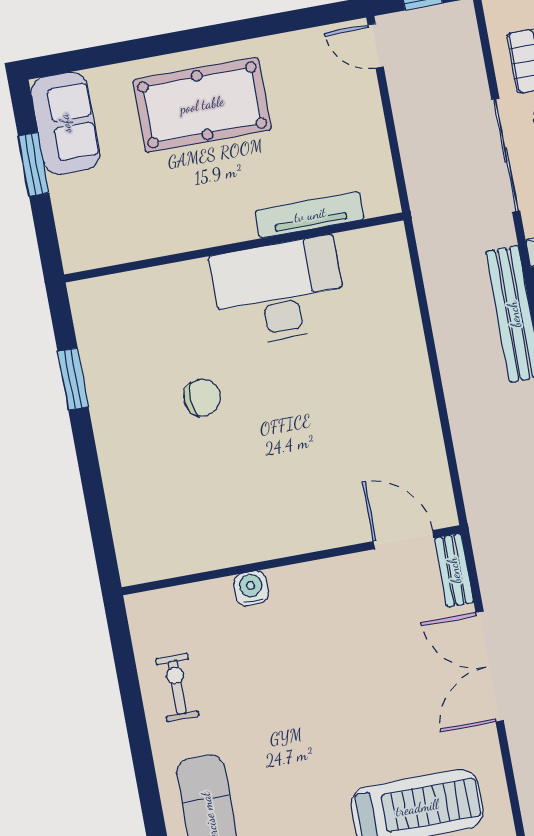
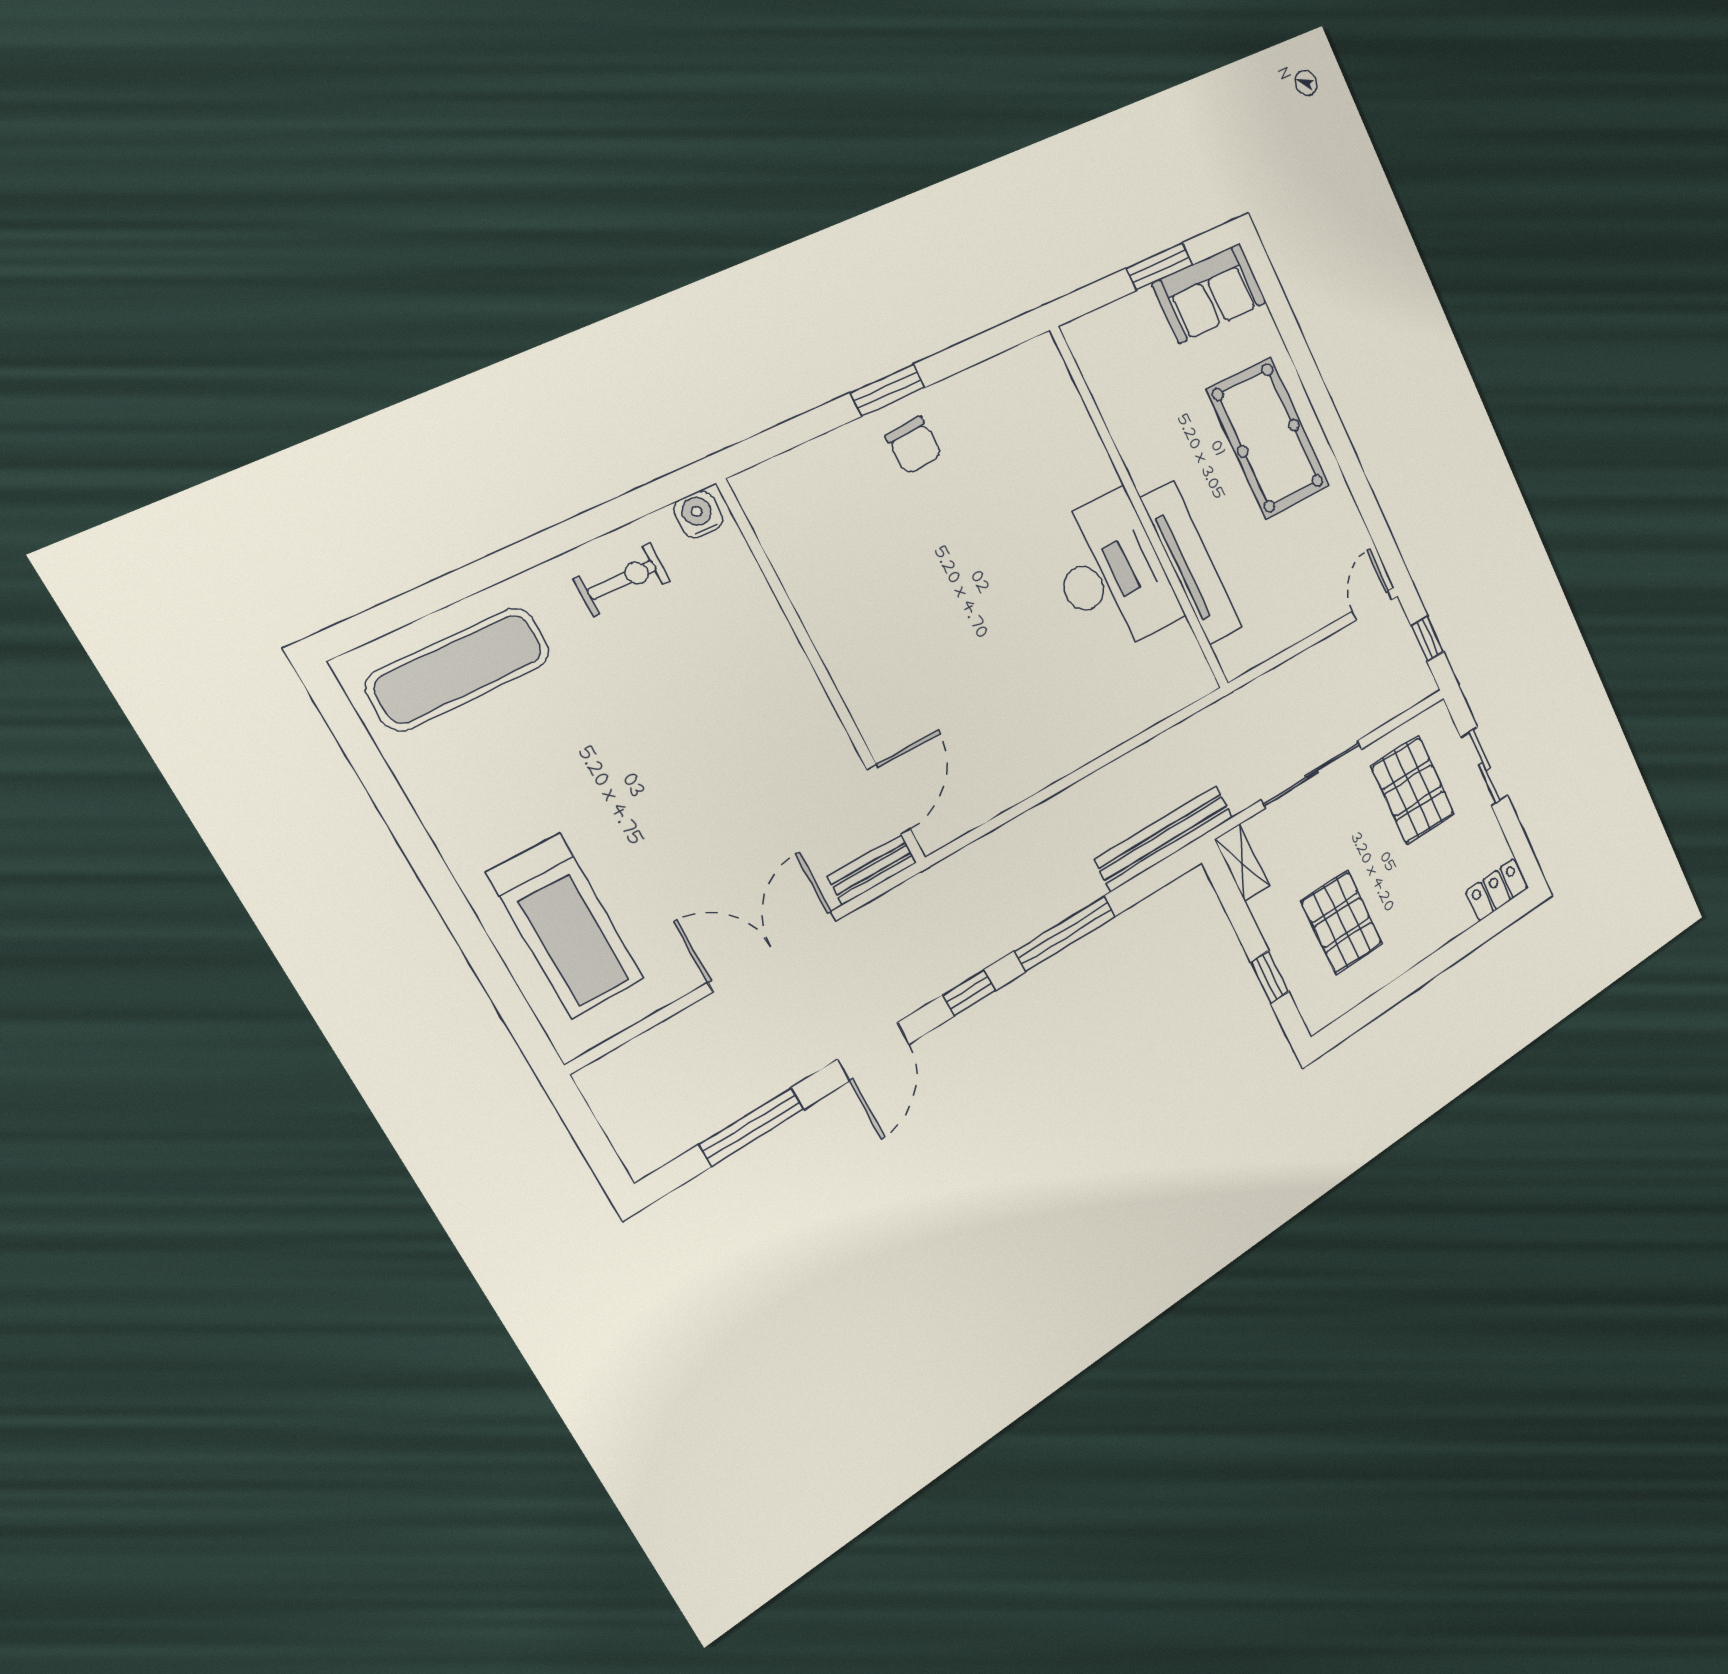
tv unit: (310, 215) -> (1191, 563), width x1.36, depth x1.29
window: (73, 379) -> (888, 390), moved
chair: (202, 398) -> (914, 445), moved
water cooler: (251, 588) -> (698, 514), moved, turned -90

